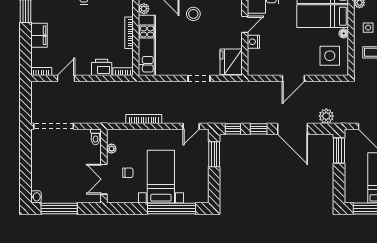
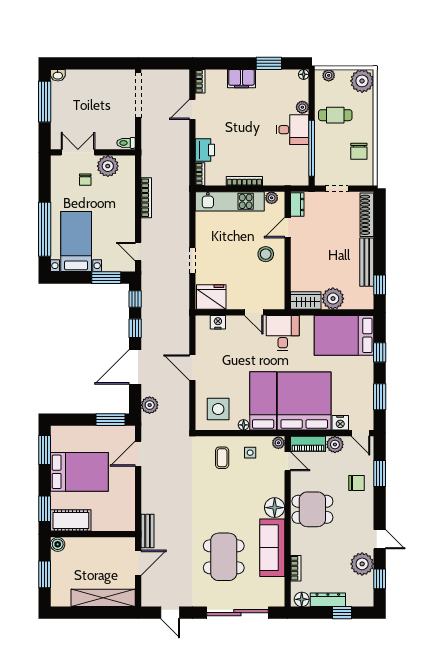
nightstand: (253, 42) -> (218, 322), moved
door: (66, 78) -> (192, 109), swing flipped
plant: (111, 149) -> (108, 166), width x1.87, depth x1.87
bed with nightstands: (161, 177) -> (76, 242), moved, turned -90

